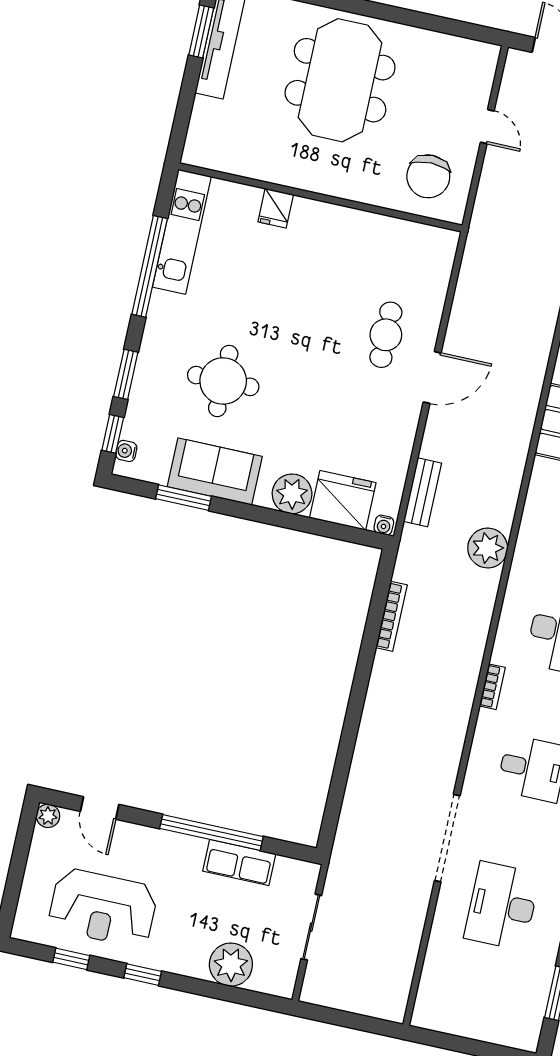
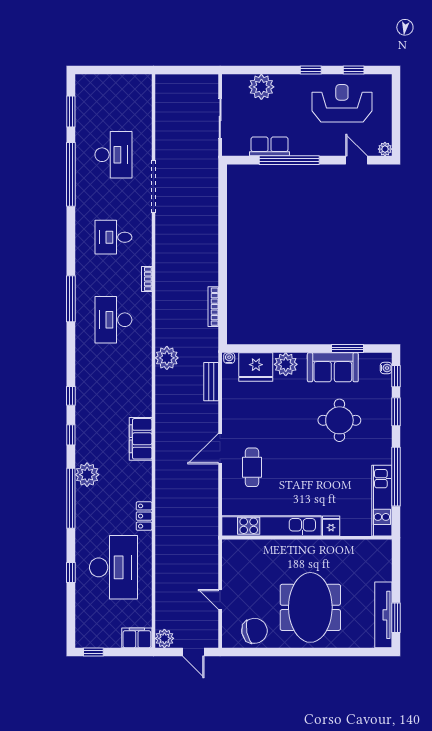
chair: (428, 176) -> (254, 631), moved, turned 78
kitchen unit: (375, 230) -> (272, 526), added

